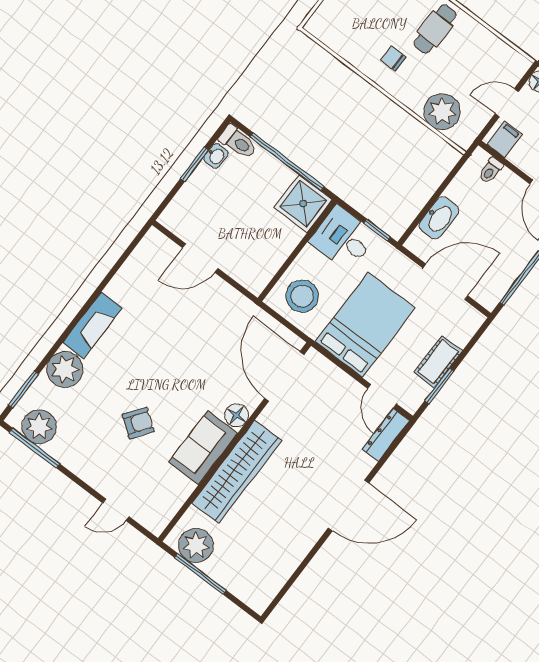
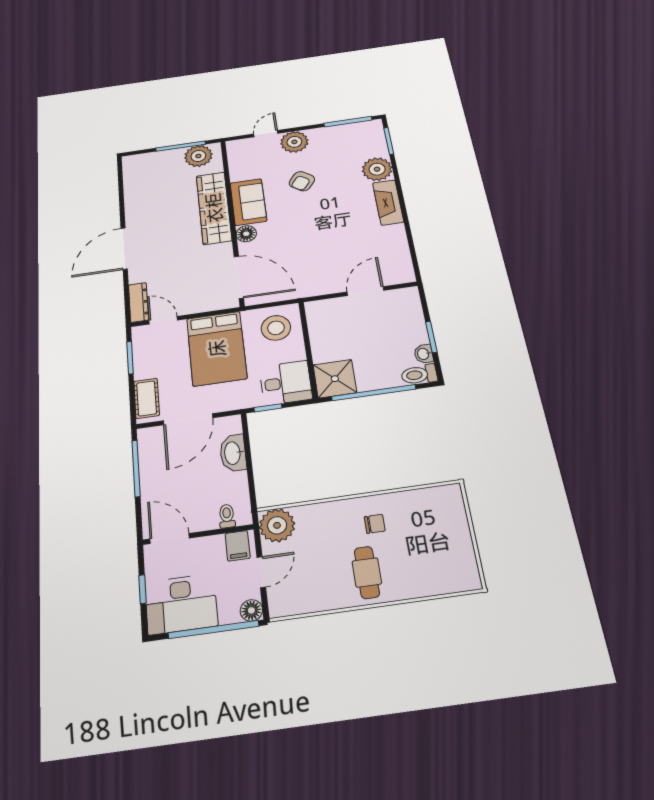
plant: (442, 112) -> (277, 525), moved
cot: (438, 362) -> (147, 398), moved
plant: (39, 427) -> (294, 142), moved

